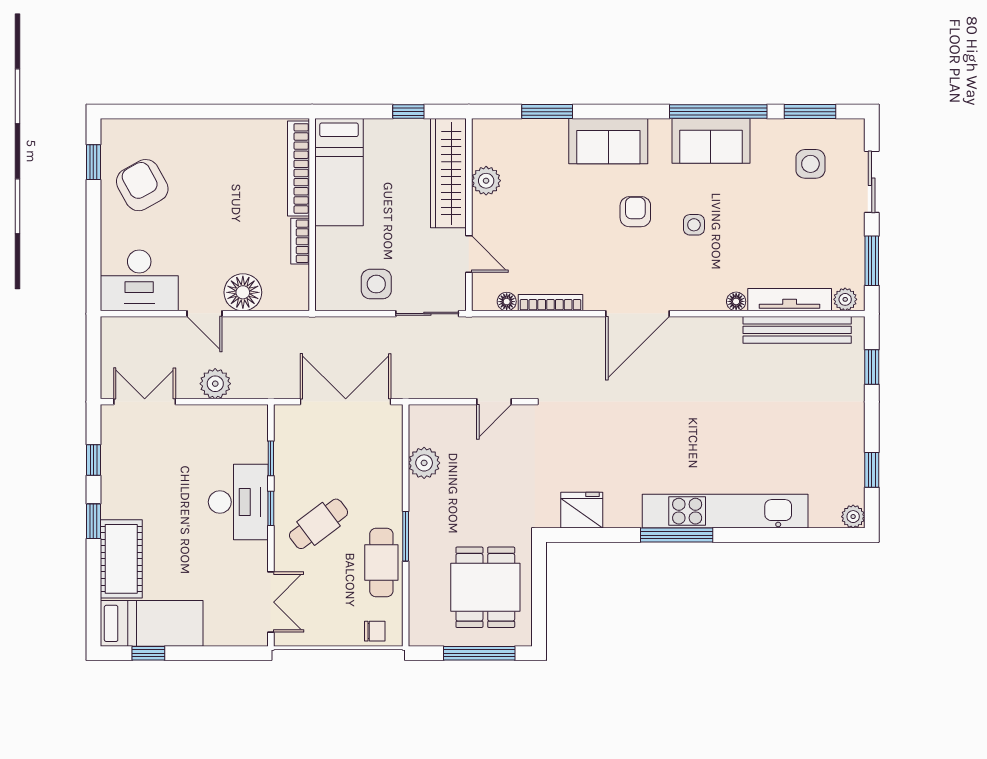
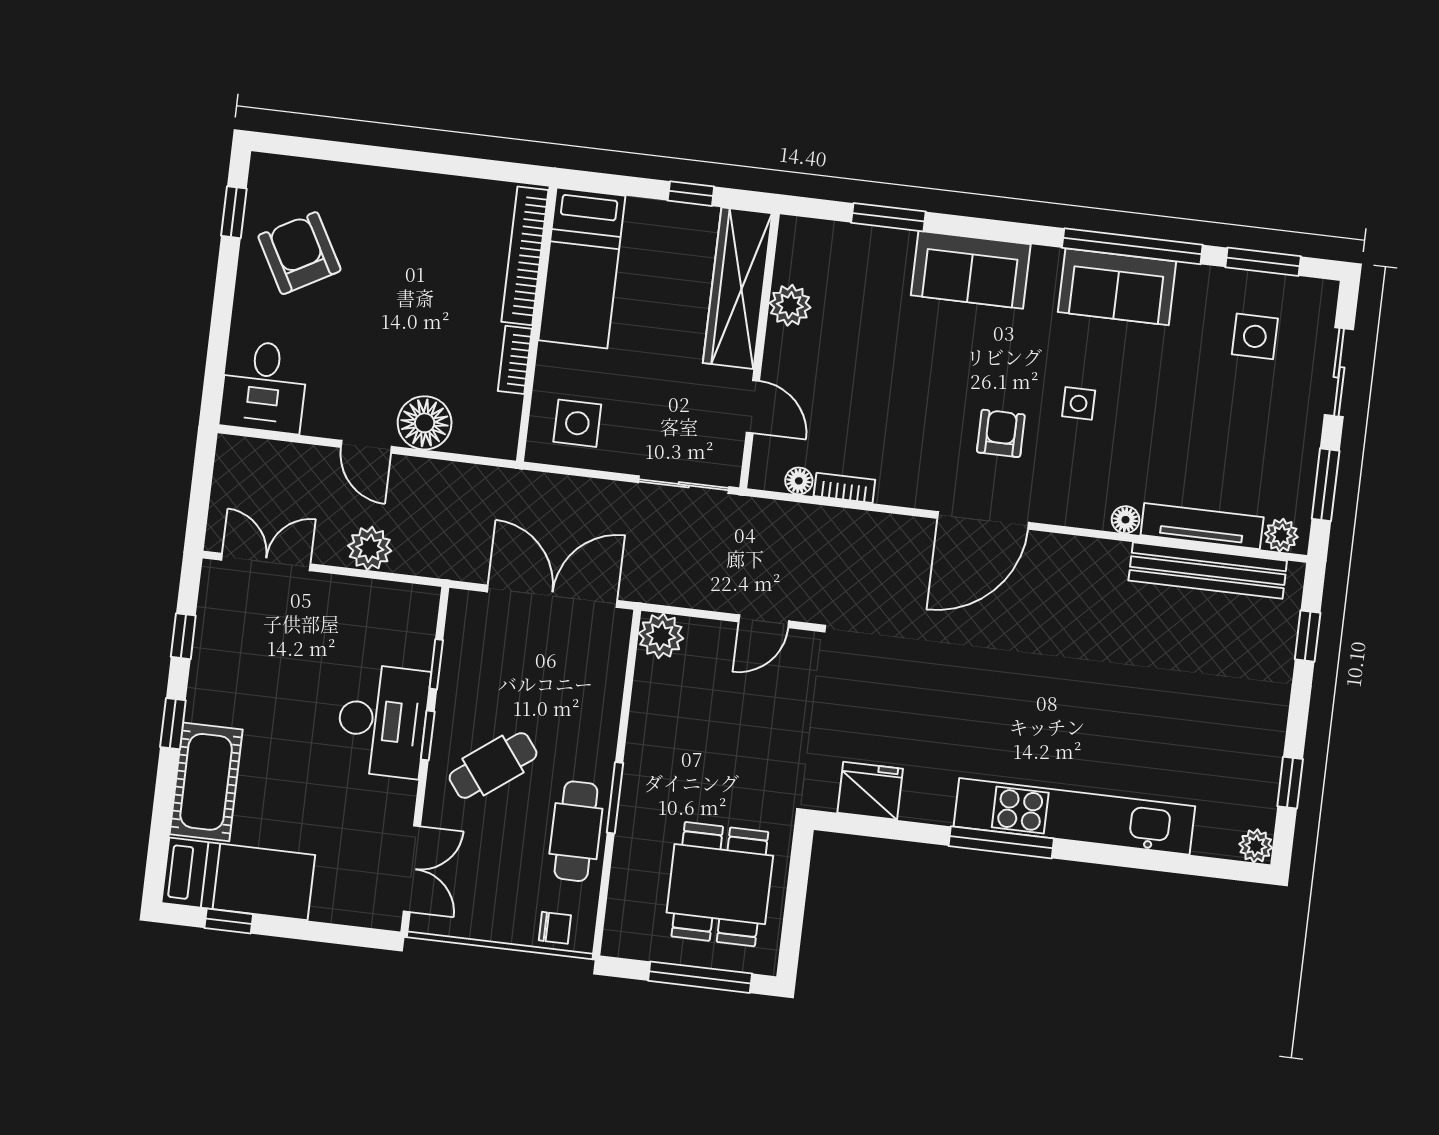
armchair: (635, 212) -> (1001, 433), moved
desk: (139, 280) -> (264, 387), width x0.73
side table: (376, 284) -> (577, 423), moved
bookcase: (551, 303) -> (844, 488), width x0.64
plant: (424, 463) -> (661, 636), moved

